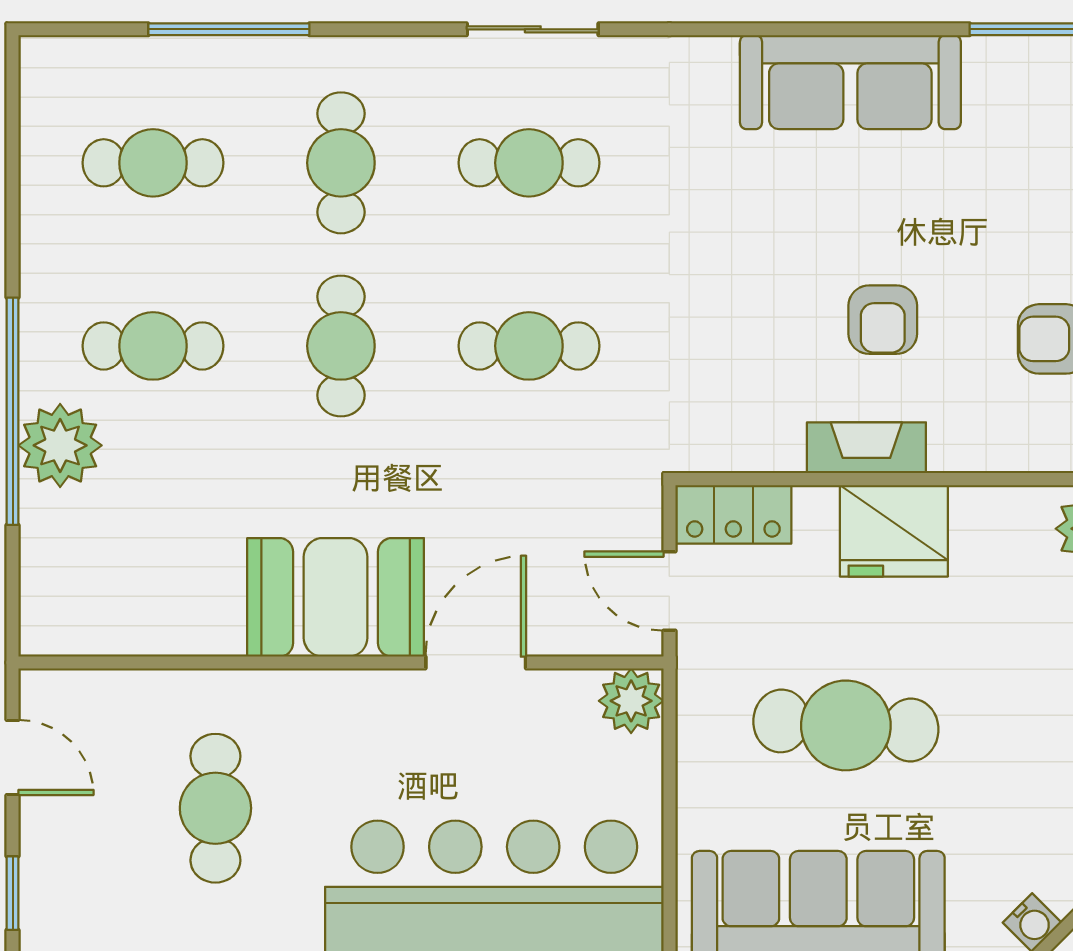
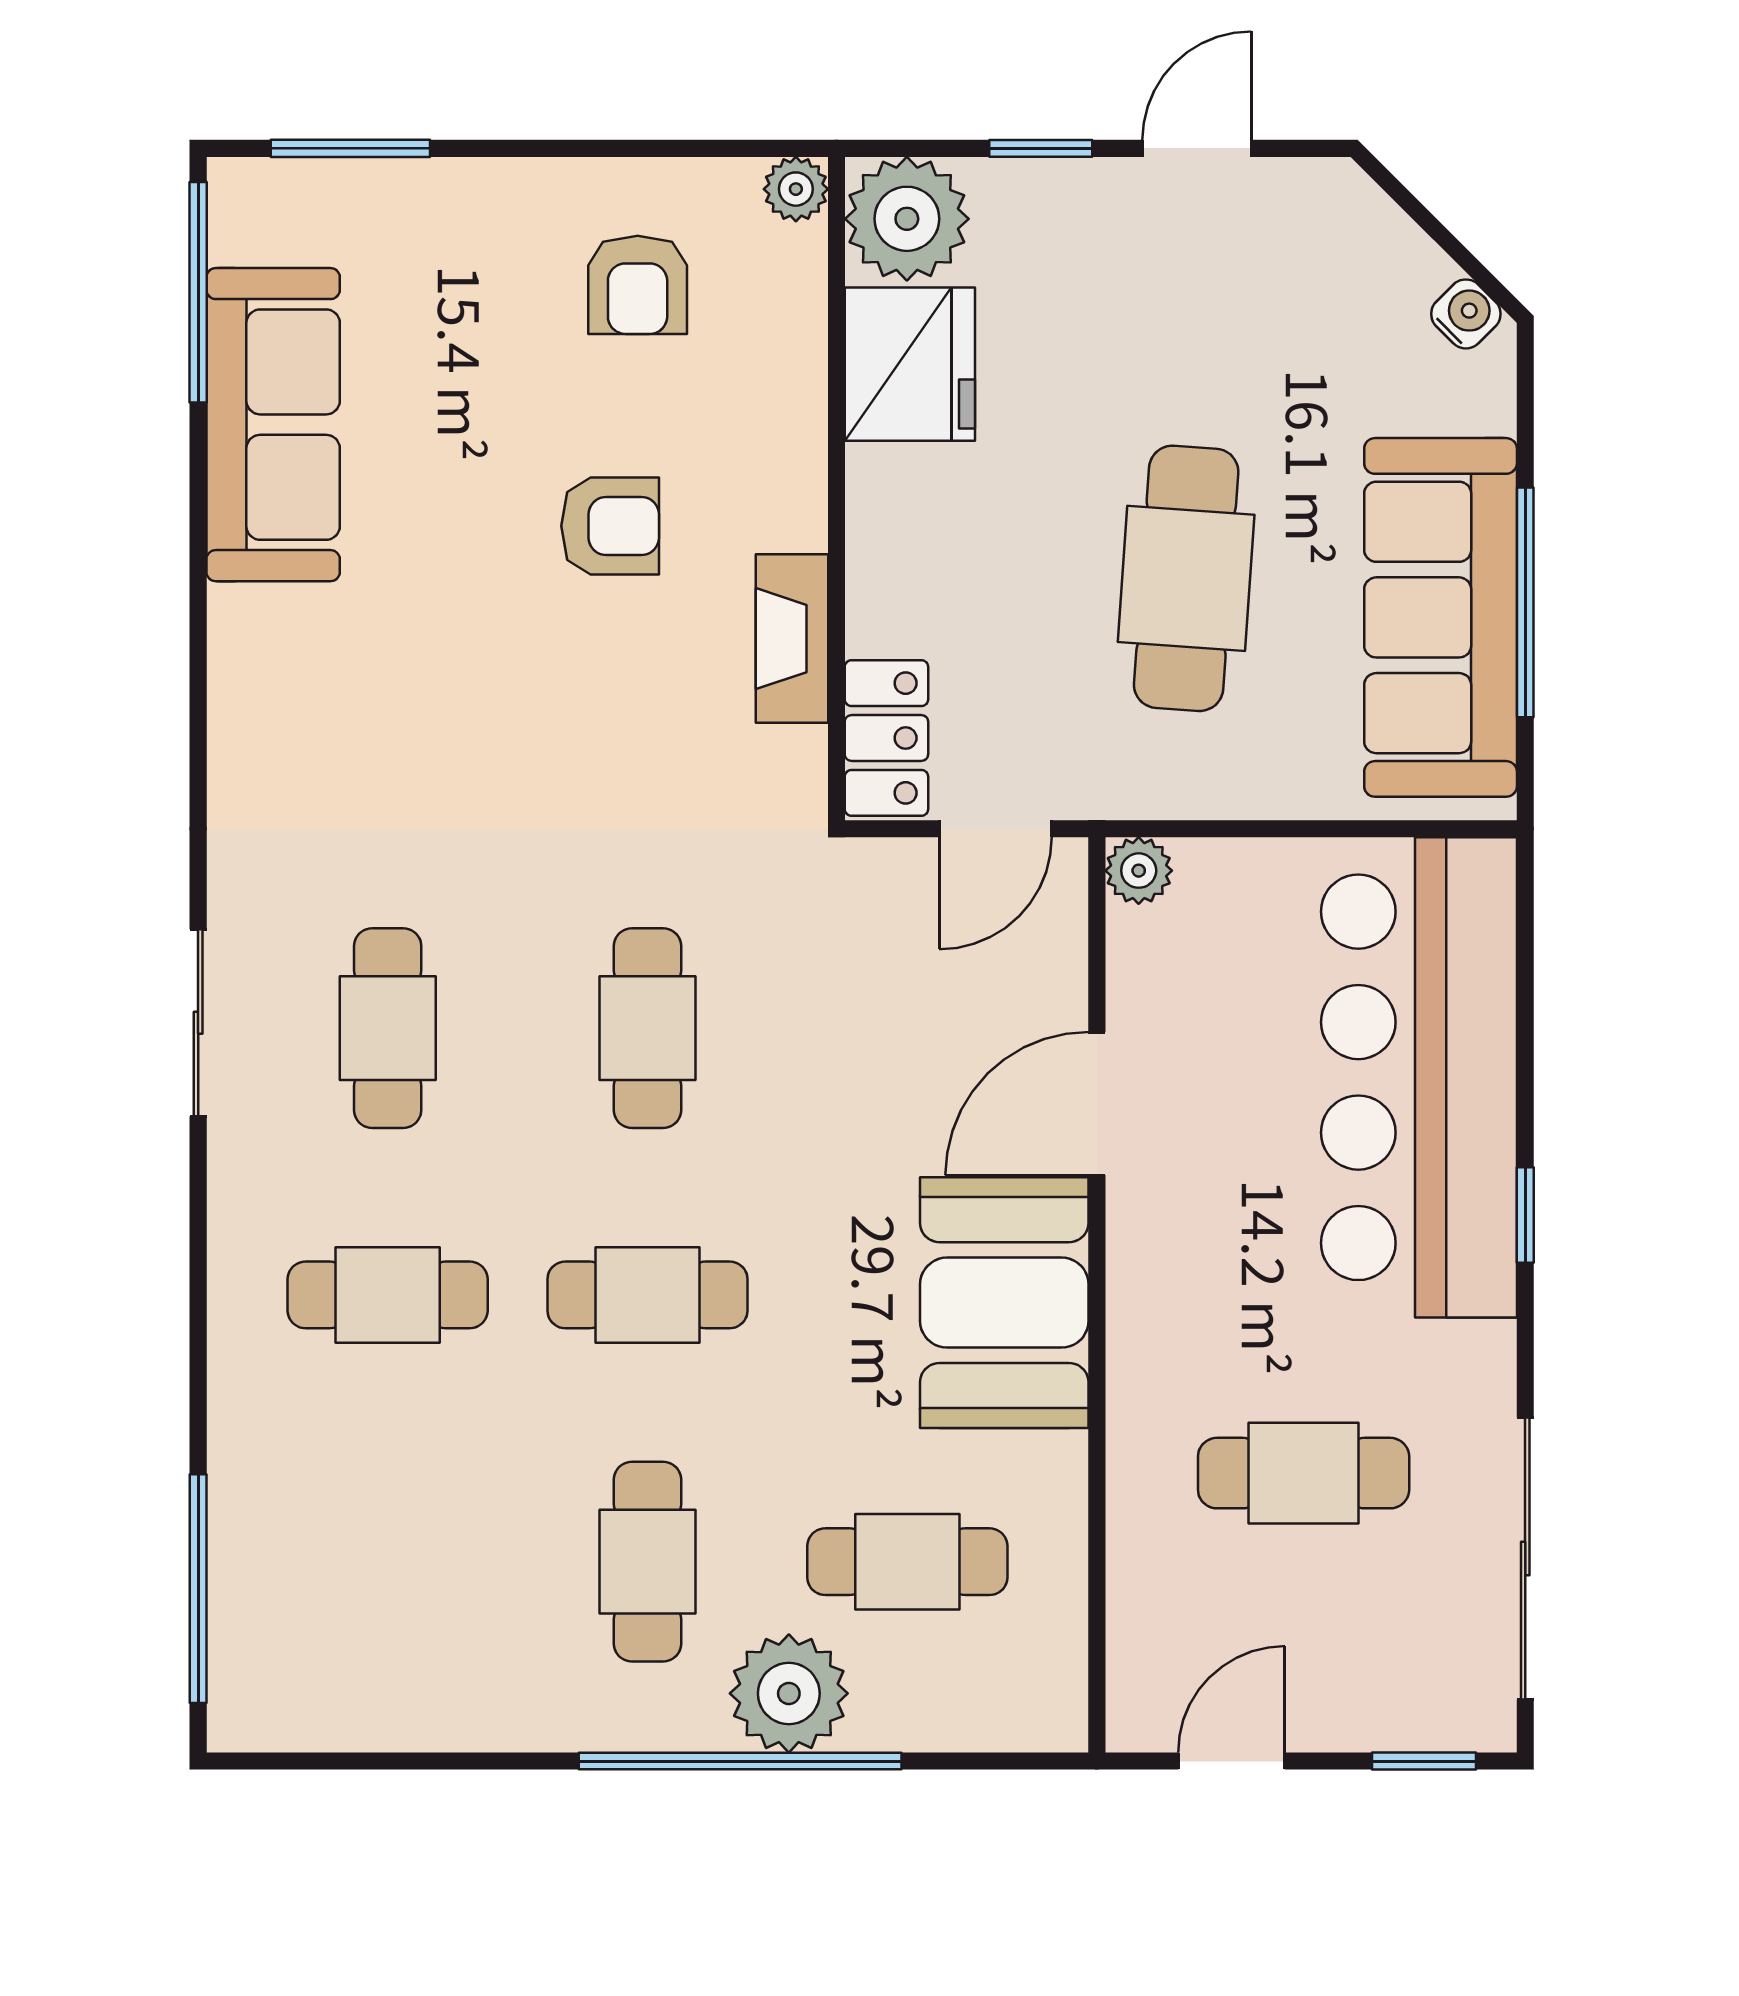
window: (229, 29) -> (198, 1589), moved
sofa: (850, 82) -> (273, 425), moved
cafe table: (153, 163) -> (907, 1562), moved, turned 90
fireplace: (866, 448) -> (792, 639), moved
fridge: (894, 531) -> (910, 364), moved
door: (476, 663) -> (1097, 1104), hinge flipped
plant: (631, 701) -> (1139, 871), width x0.73, depth x0.73

